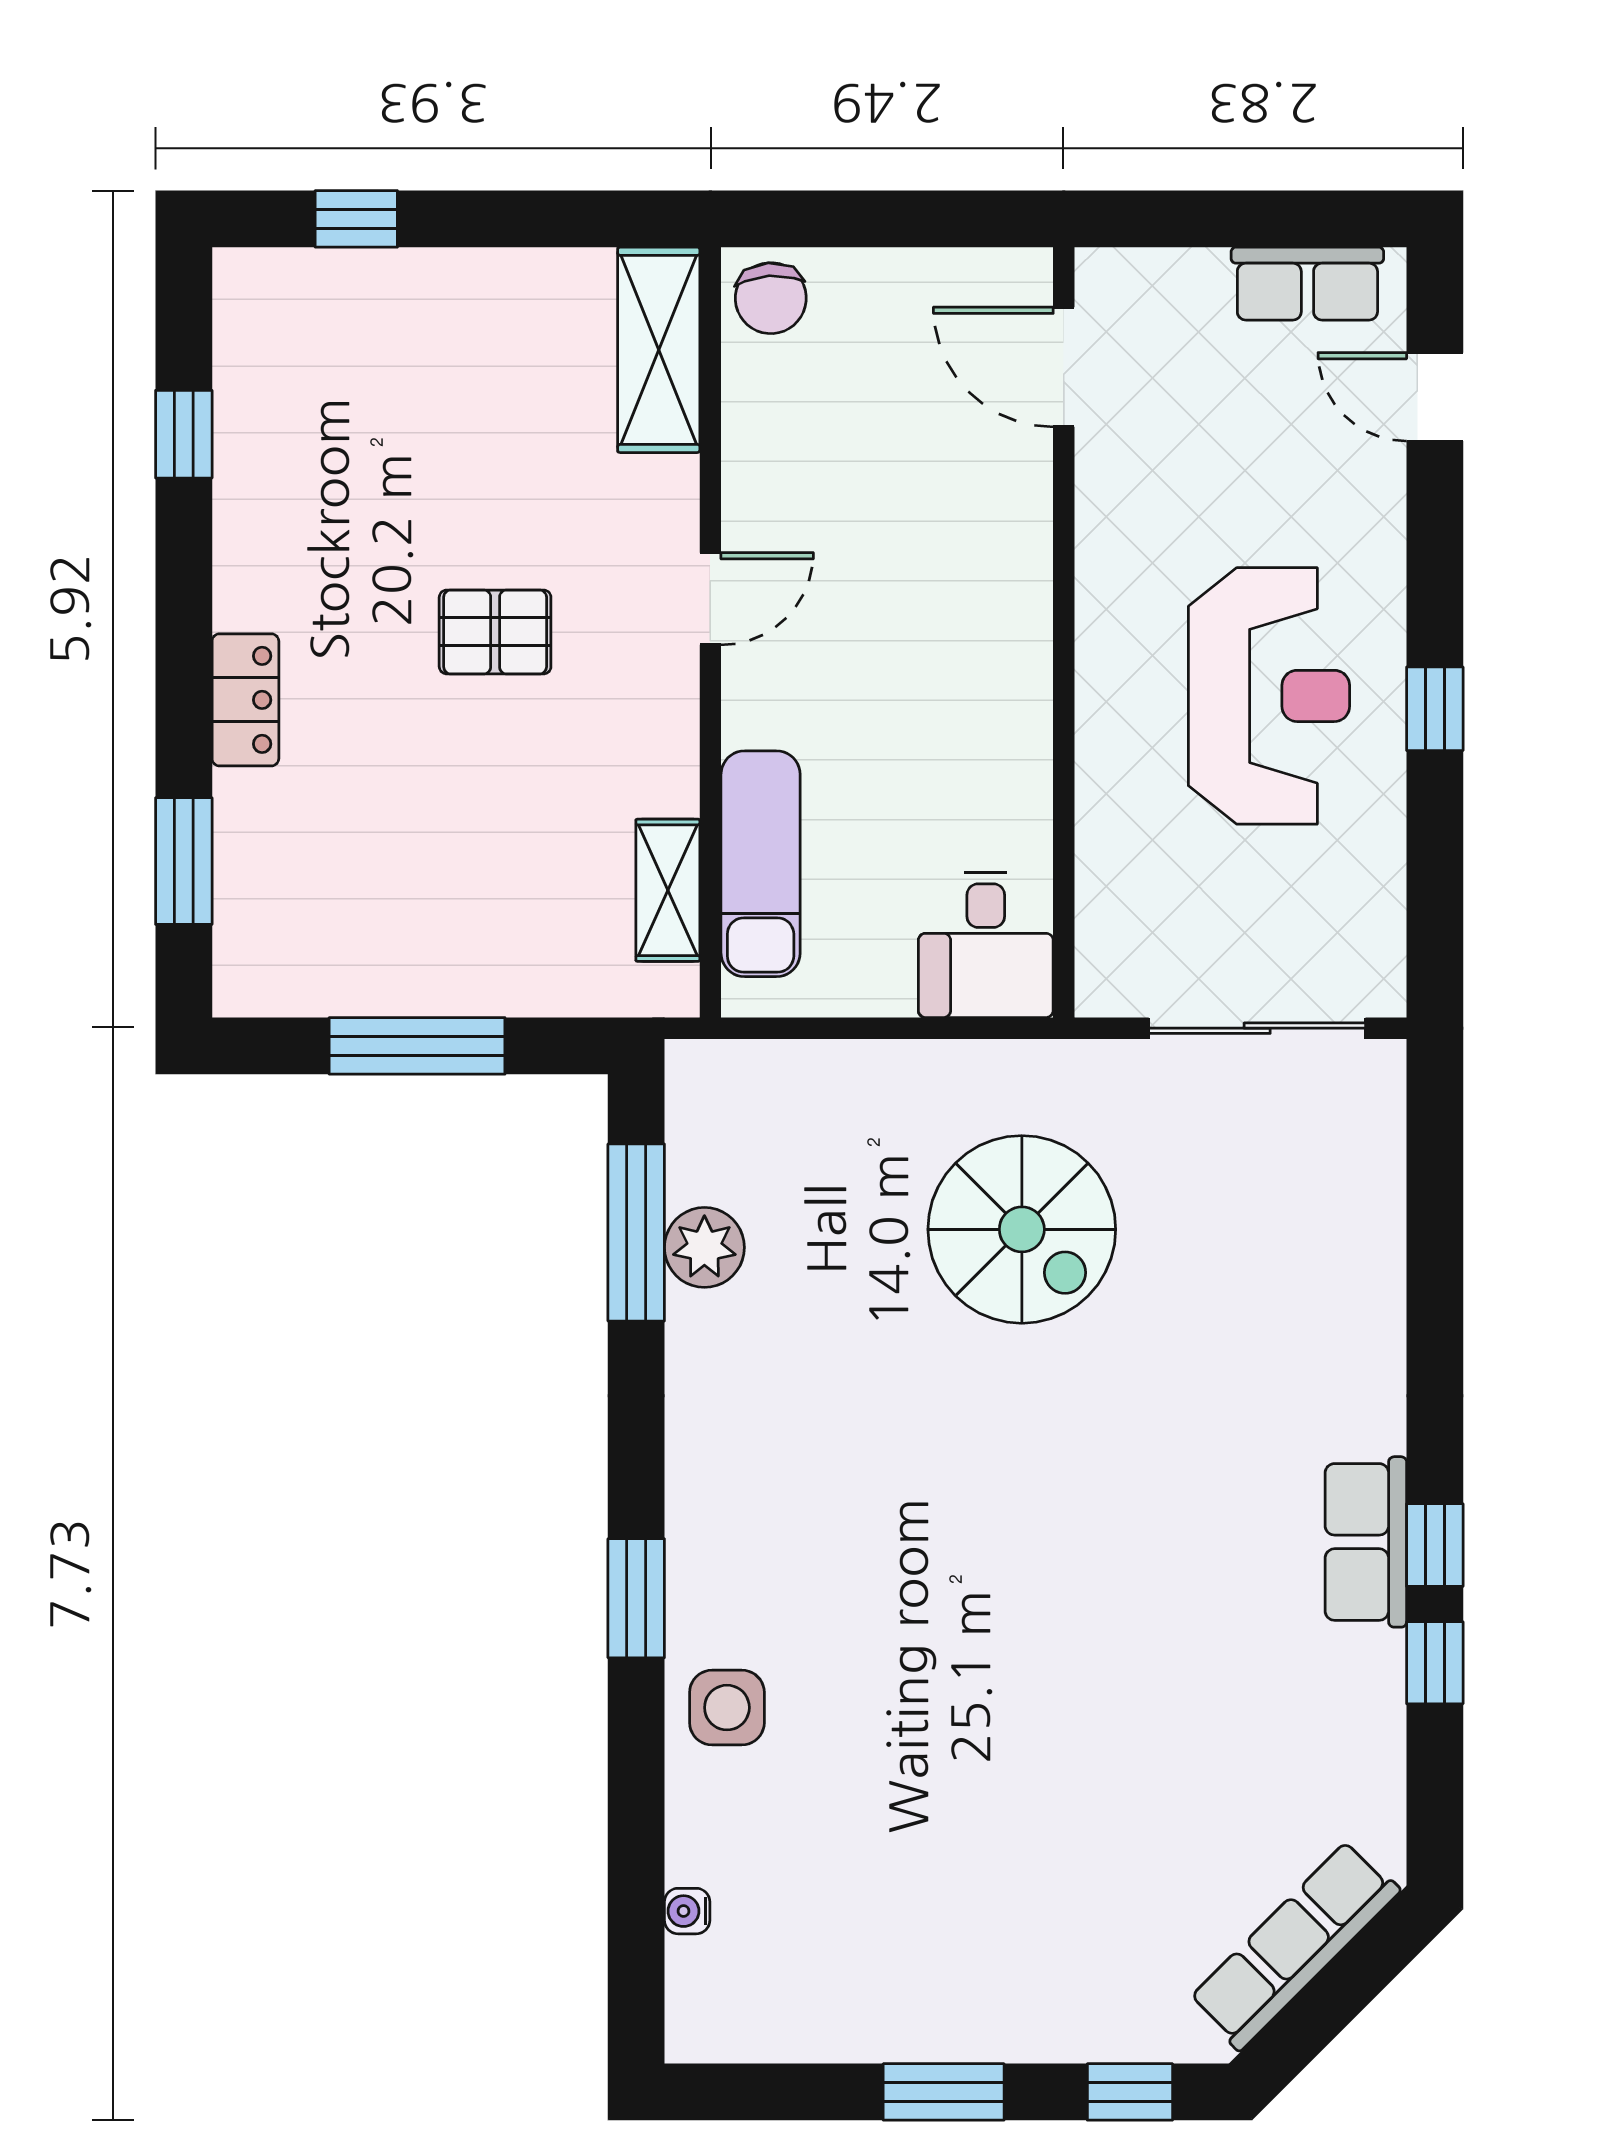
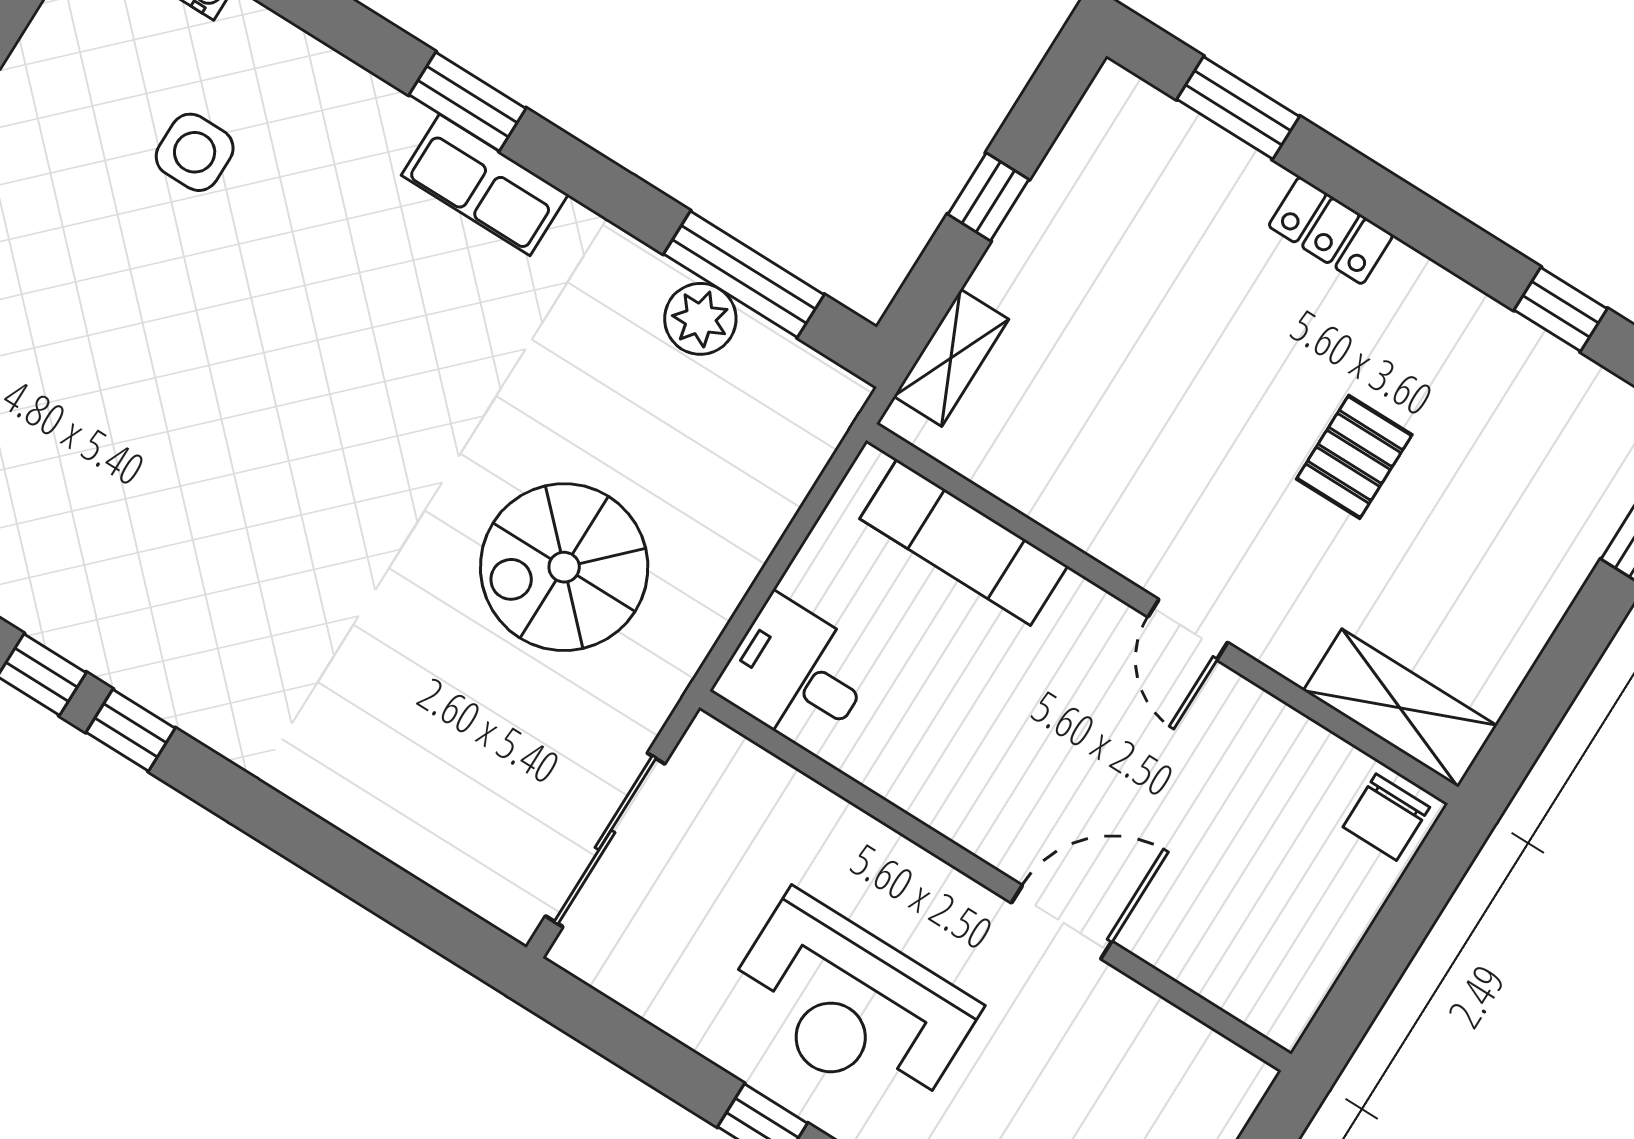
chair: (771, 298) -> (1386, 817), turned -86
door: (1064, 367) -> (1062, 922), moved
pallet: (495, 632) -> (1354, 457), moved
shelving: (668, 890) -> (951, 358), moved, turned 90
window: (417, 1046) -> (988, 197), width x0.46
row of seats: (1366, 1542) -> (485, 185), moved, turned 180
side table: (727, 1708) -> (195, 152), moved

